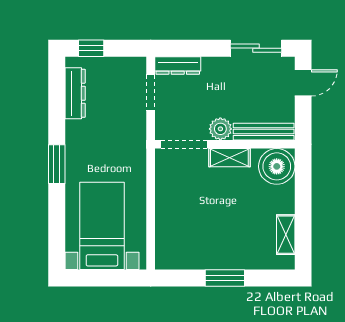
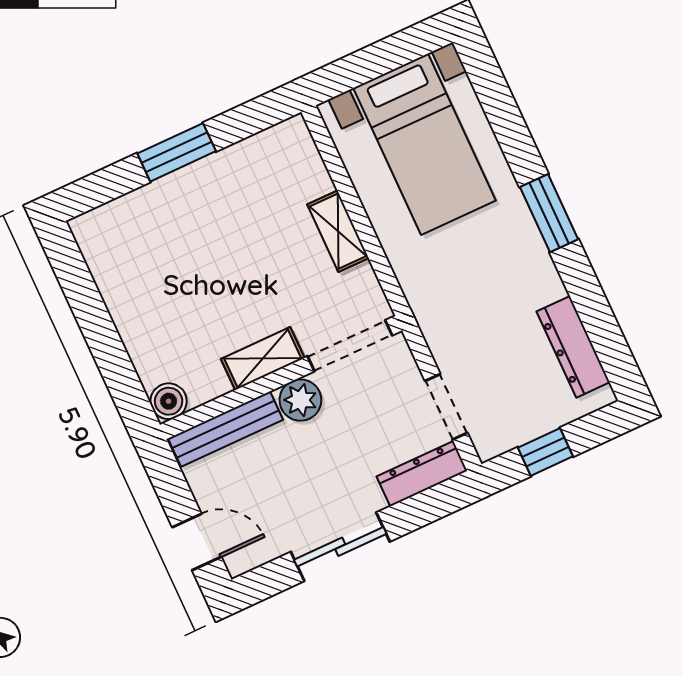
window: (91, 48) -> (545, 452), moved
sliding door: (256, 48) -> (340, 547), moved
door: (303, 83) -> (197, 542), swing flipped
boiler: (277, 166) -> (169, 401), width x0.54, depth x0.54
shelving: (286, 235) -> (338, 231), moved

